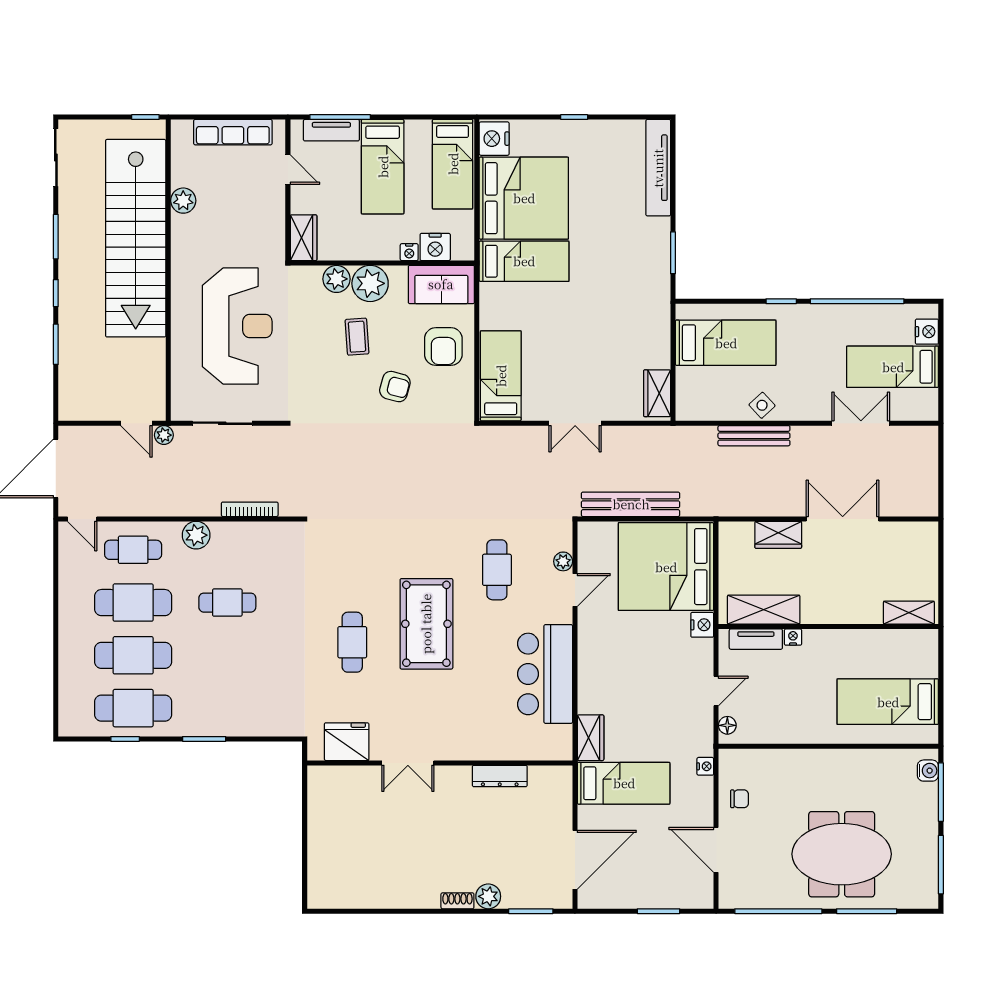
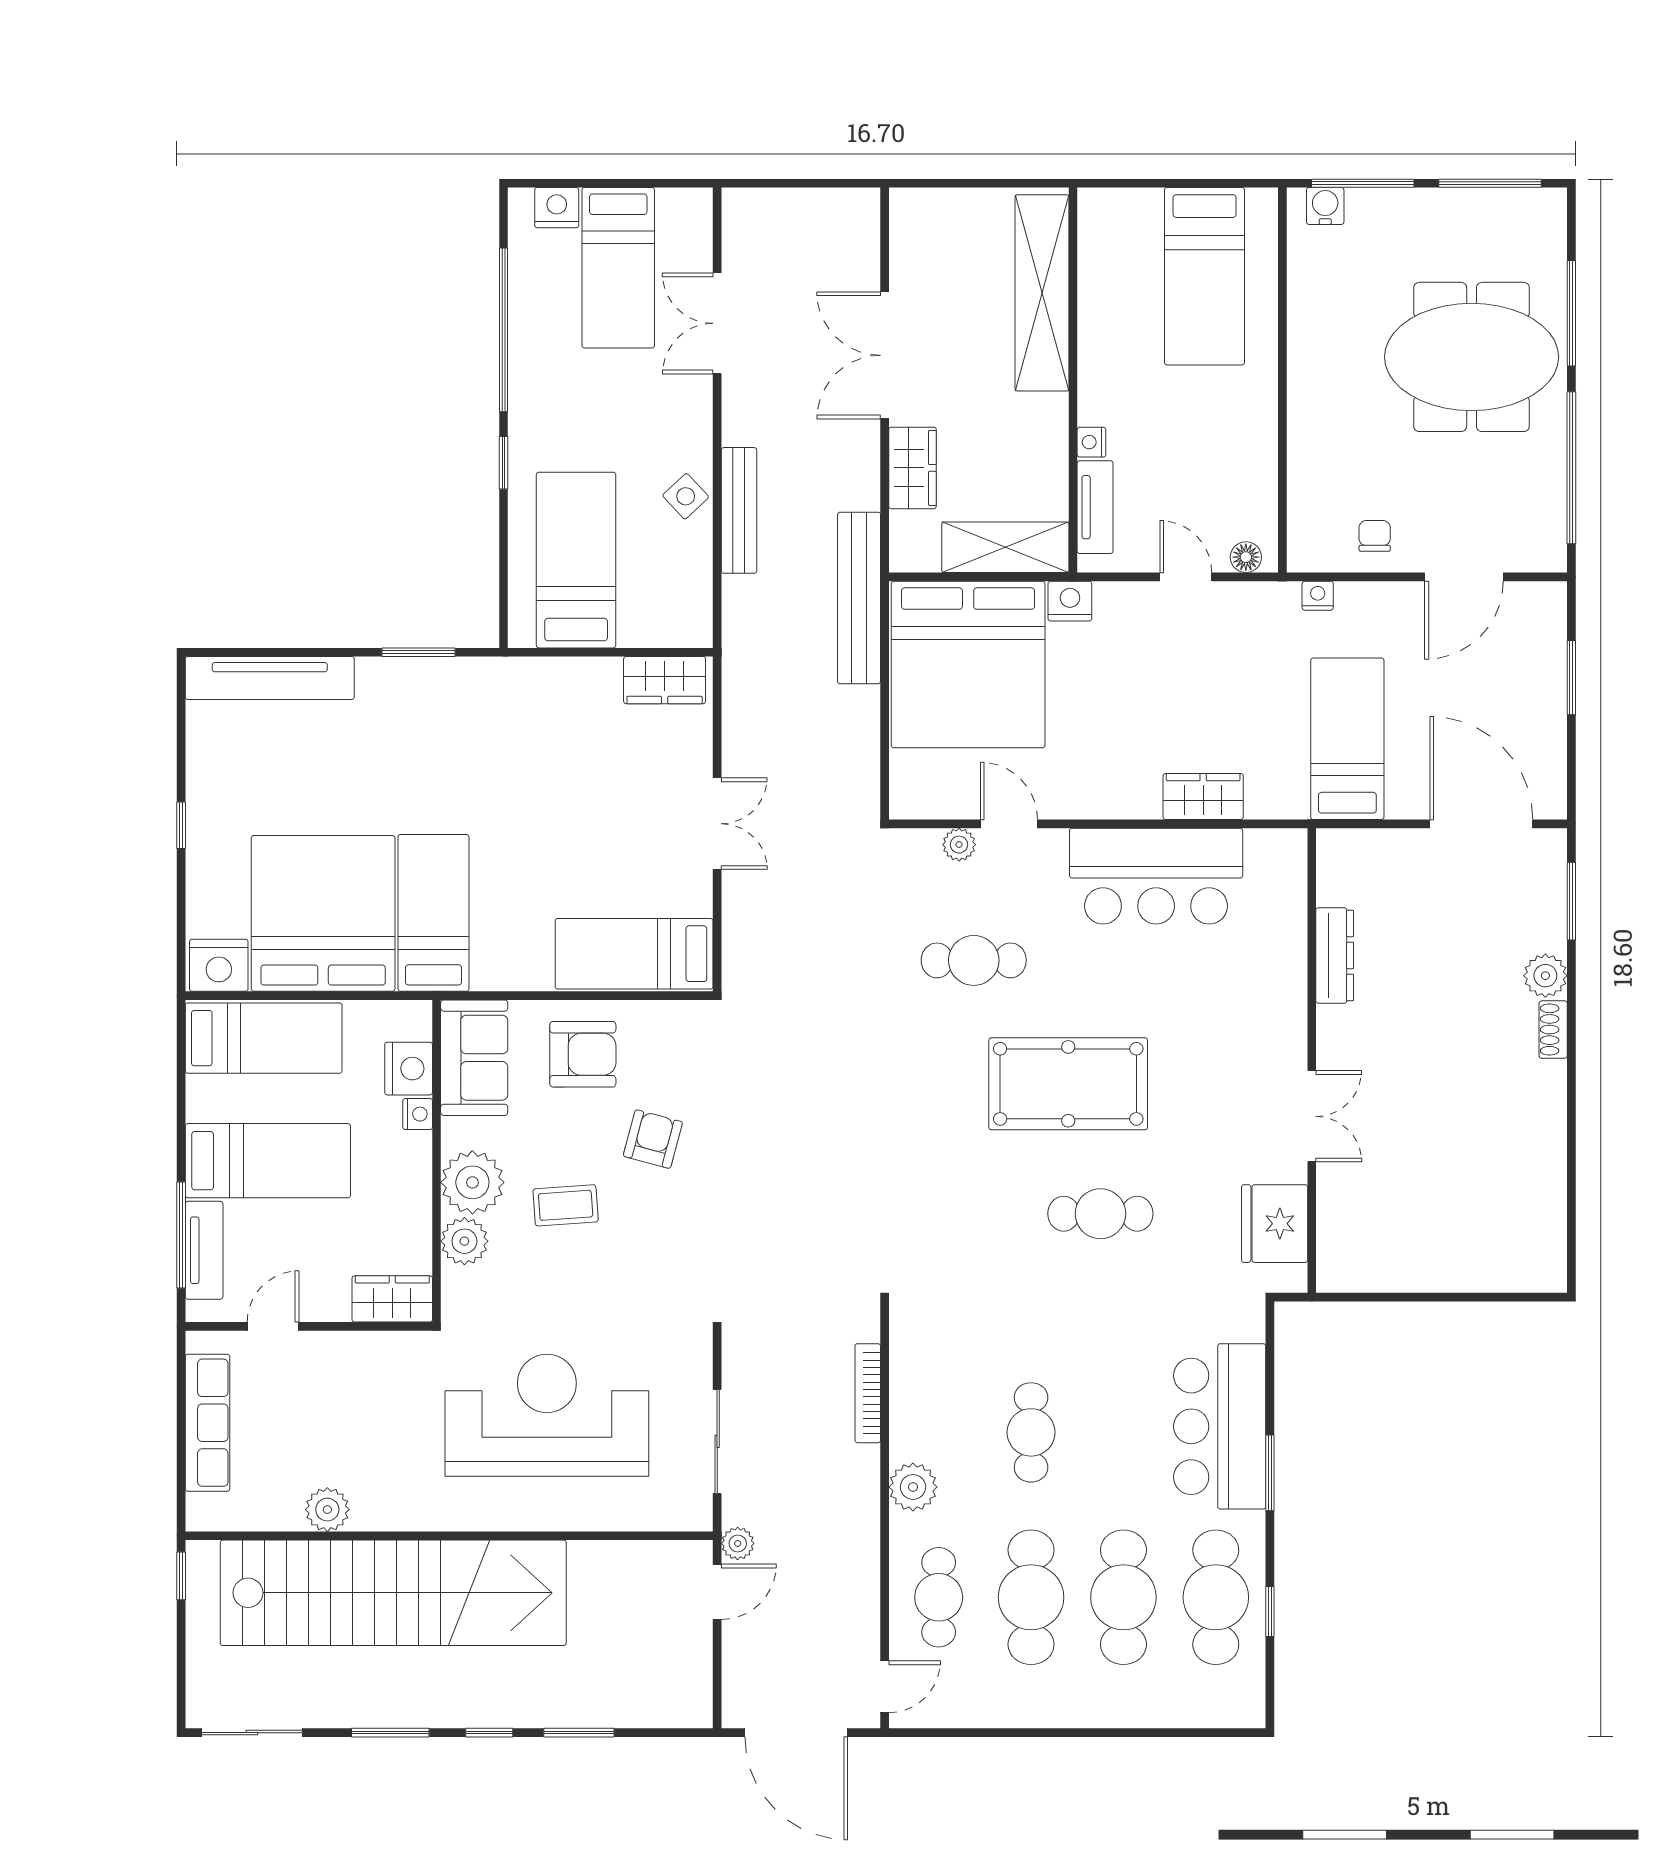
bench: (631, 504) -> (859, 598), moved
shelving: (764, 610) -> (1005, 547), moved, turned 90
shelving: (909, 613) -> (1042, 293), width x2.20, depth x1.33
bar counter: (231, 710) -> (1220, 1426), added
wardrobe: (591, 738) -> (1203, 797), moved
meeting table: (842, 854) -> (1472, 357), turned 90

